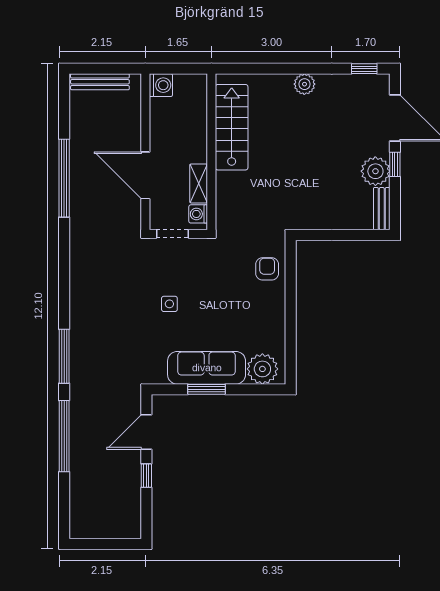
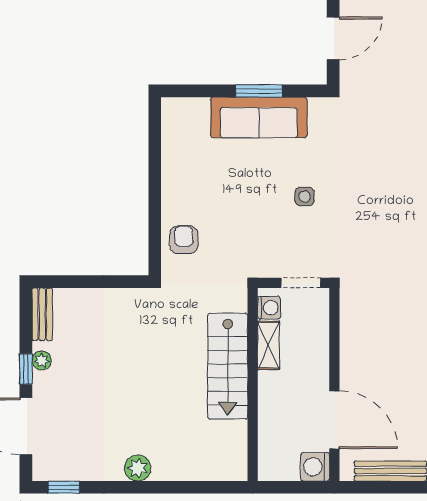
stairs: (232, 127) -> (228, 366), moved
plant: (375, 171) -> (42, 360), width x0.53, depth x0.53
door: (145, 175) -> (334, 420), moved
armchair: (267, 269) -> (184, 240), turned 180
plant: (262, 369) -> (190, 116), removed

